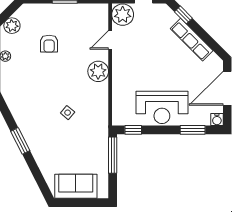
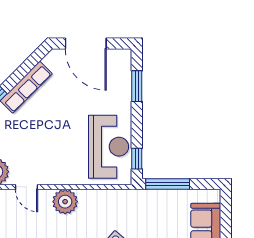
reception desk: (162, 107) -> (109, 147), moved
water cooler: (217, 120) -> (124, 56), removed

